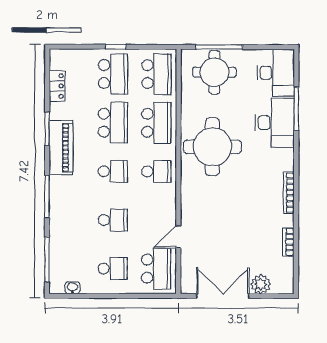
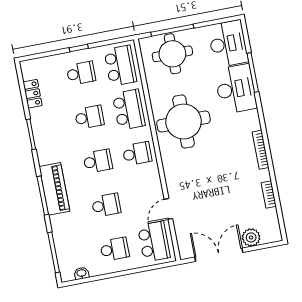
school desk: (113, 74) -> (81, 73), width x0.54
school desk: (113, 123) -> (89, 117), width x0.54
piano: (61, 148) -> (54, 189), moved

